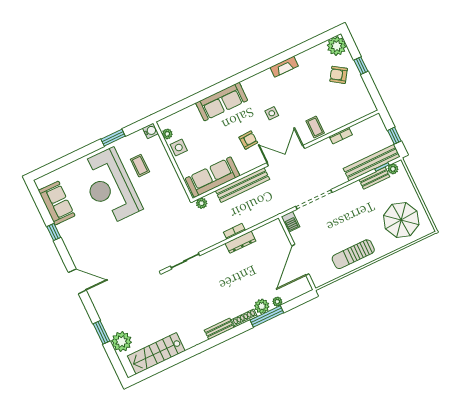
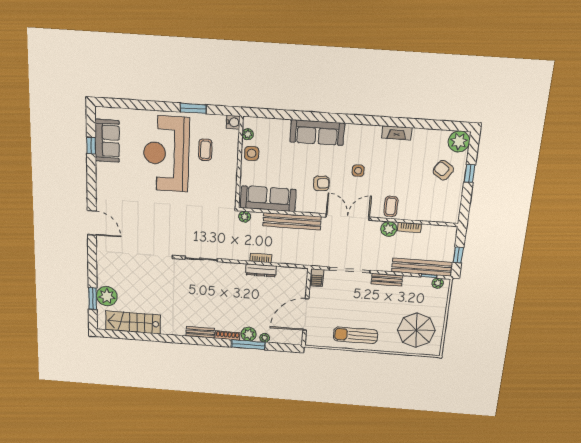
plant: (325, 146) -> (389, 229), added
bench: (374, 178) -> (387, 280), moved
window: (54, 232) -> (91, 145), moved
window: (102, 332) -> (93, 299), moved

